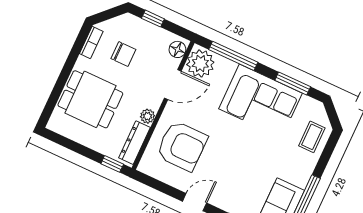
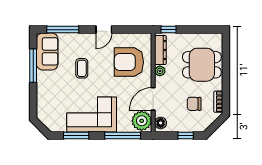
coffee table: (312, 137) -> (82, 68), moved

